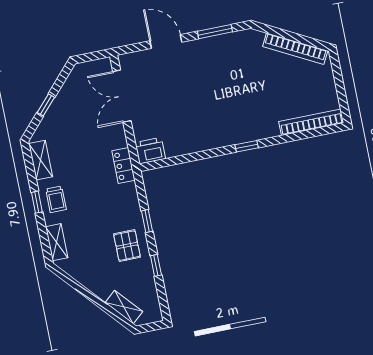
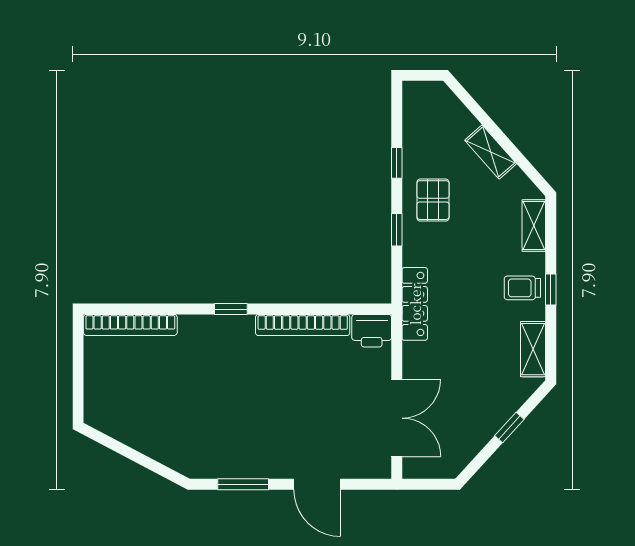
bookcase: (295, 49) -> (303, 325), moved, turned 152
locker: (123, 166) -> (415, 304), width x1.53
trolley: (56, 199) -> (522, 288), turned -90
shelving: (124, 307) -> (491, 152), moved

